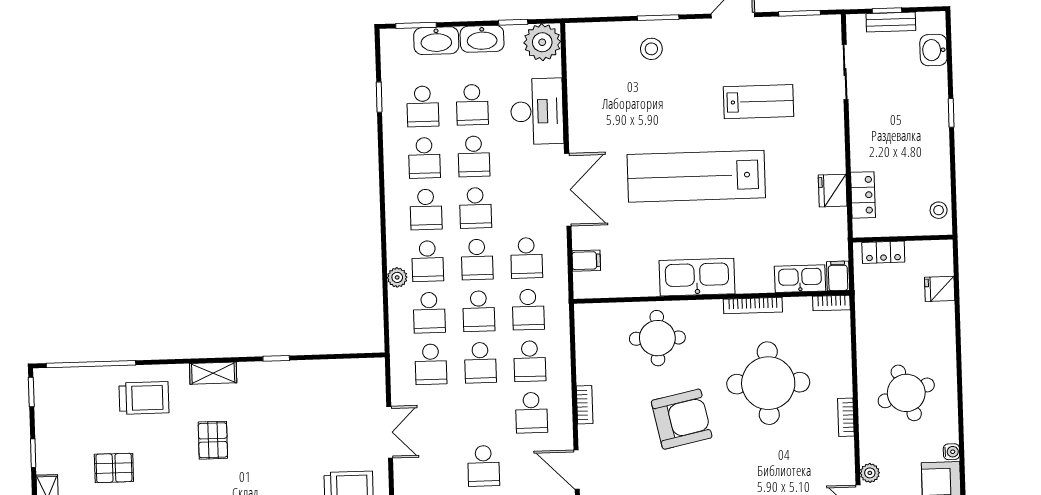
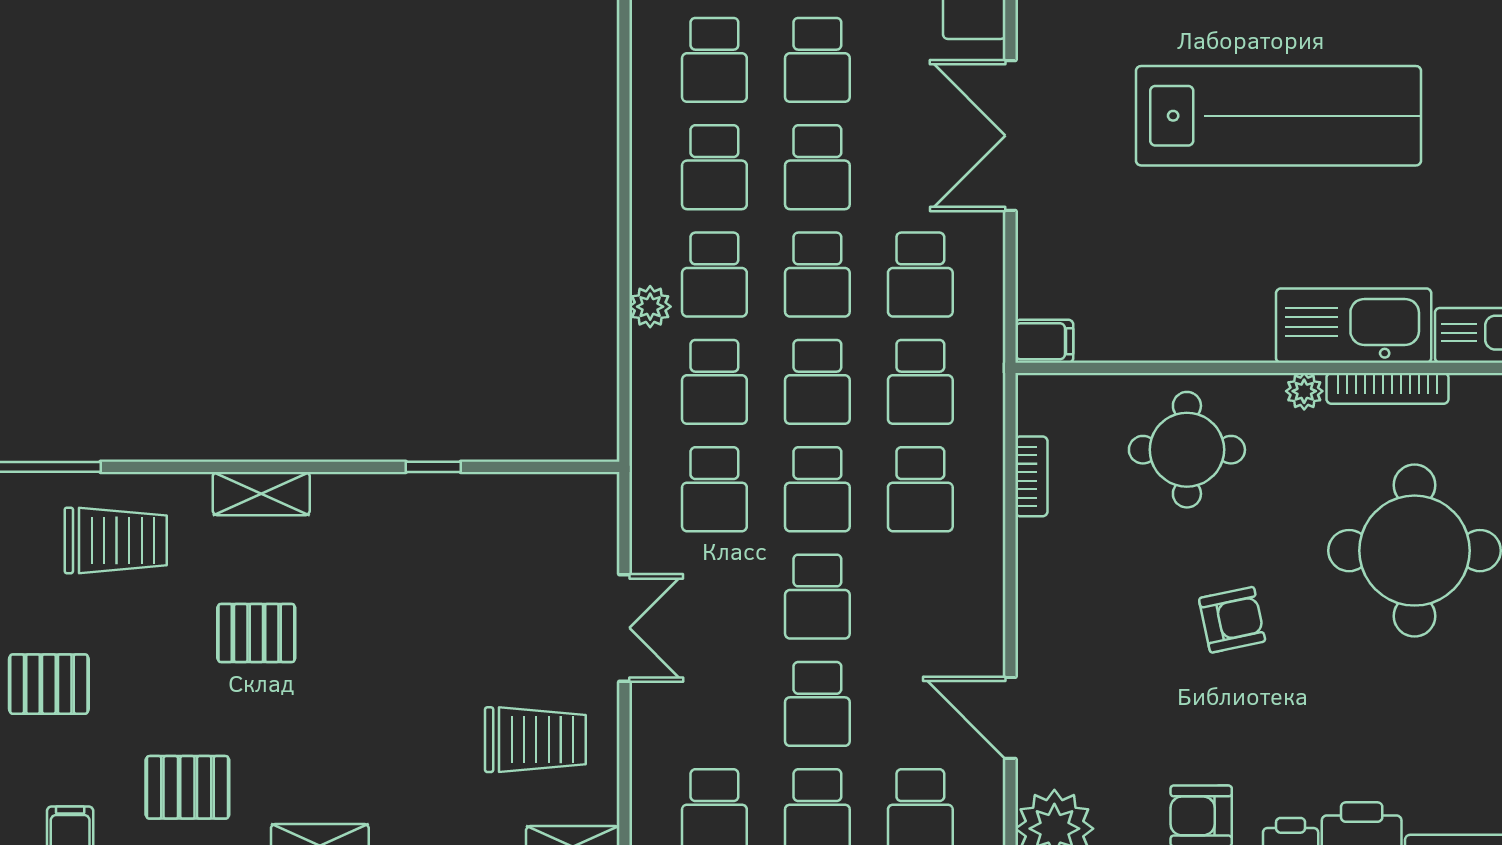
lab bench: (696, 176) -> (1279, 116), turned 180
double door: (568, 190) -> (1010, 136), swing flipped
filing cabinet: (586, 261) -> (1044, 341), moved
kitchen sink: (697, 277) -> (1354, 326), moved
plant: (713, 308) -> (1304, 391), added
window: (276, 358) -> (433, 467), moved
bookcase: (585, 405) -> (1031, 476), moved
school desk: (531, 413) -> (817, 597), moved
armchair: (682, 419) -> (1232, 620), width x0.53, depth x0.53
pallet: (213, 440) -> (256, 633), turned 90

